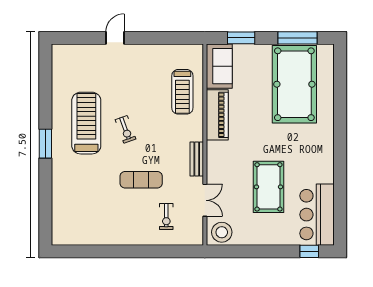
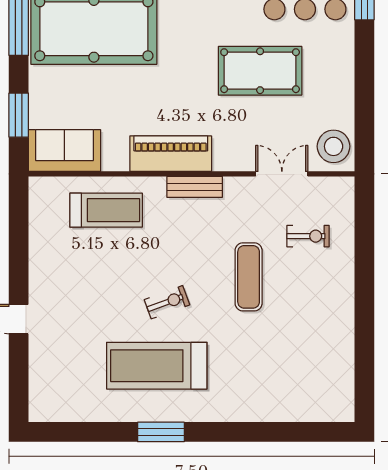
piano: (217, 115) -> (171, 154), moved
window: (45, 144) -> (161, 432), moved
bench: (197, 159) -> (195, 187), moved

